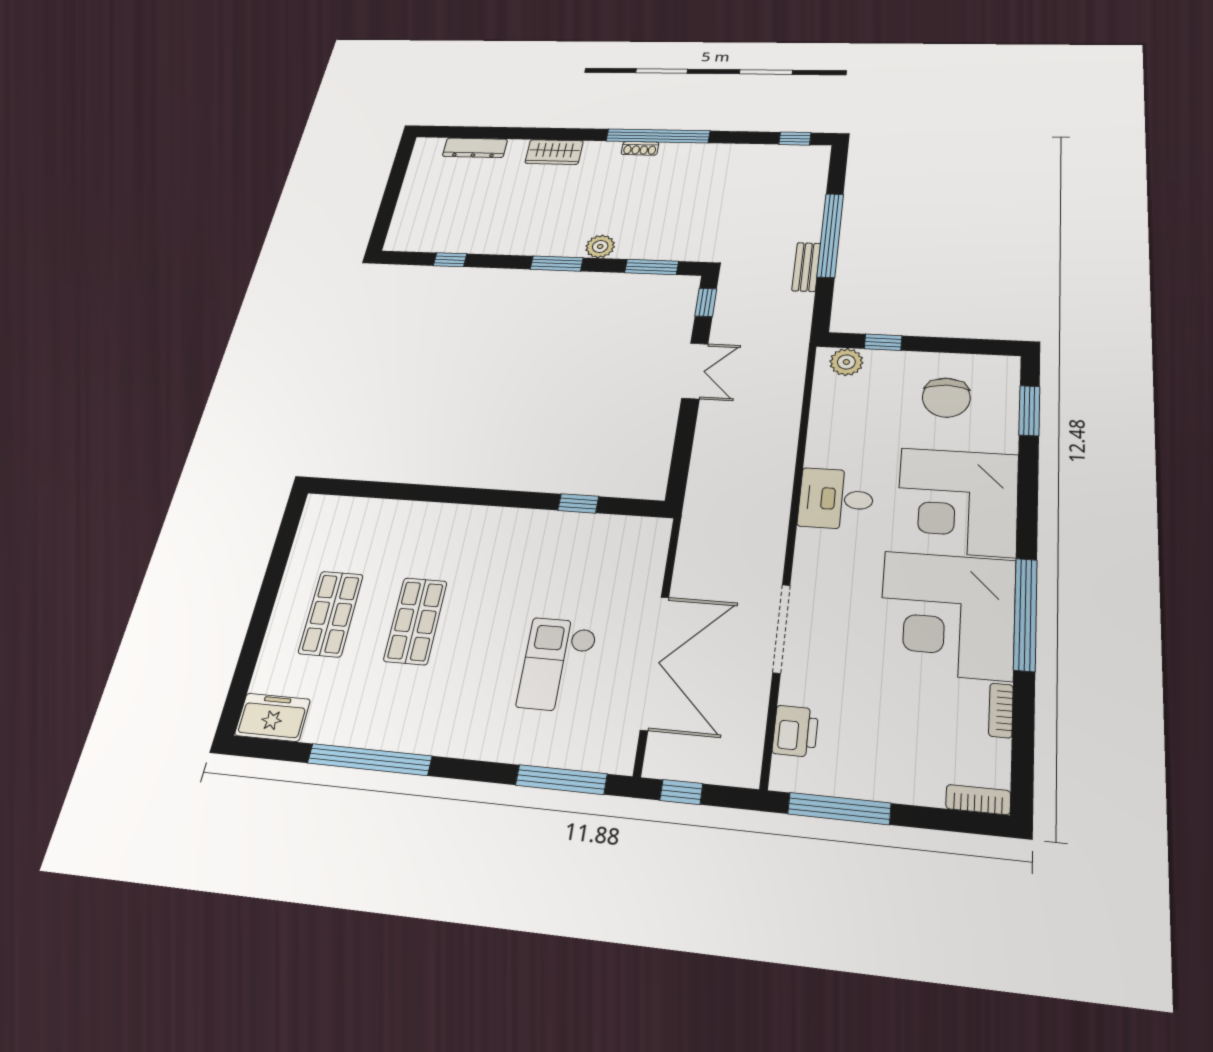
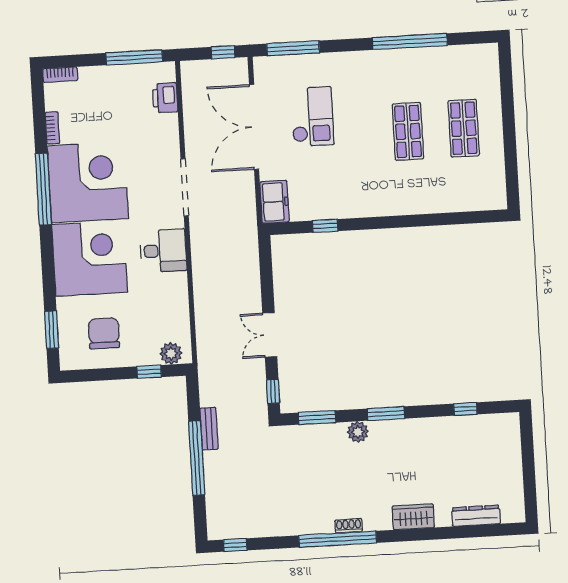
doorway: (781, 629) -> (185, 187), moved
freezer: (273, 717) -> (274, 202), moved, turned -90

